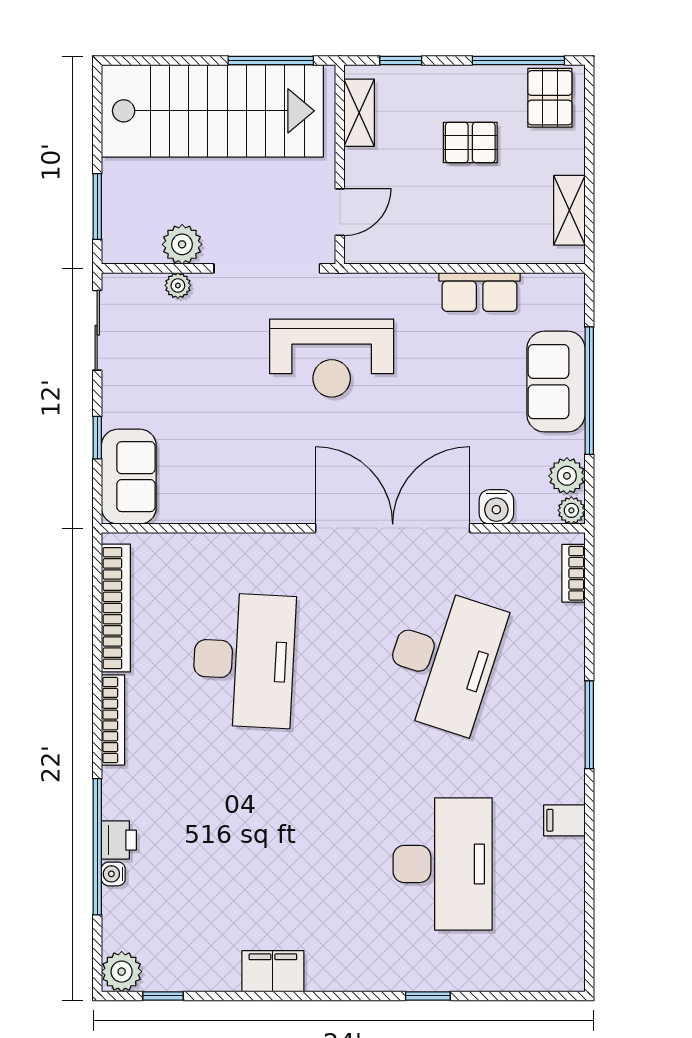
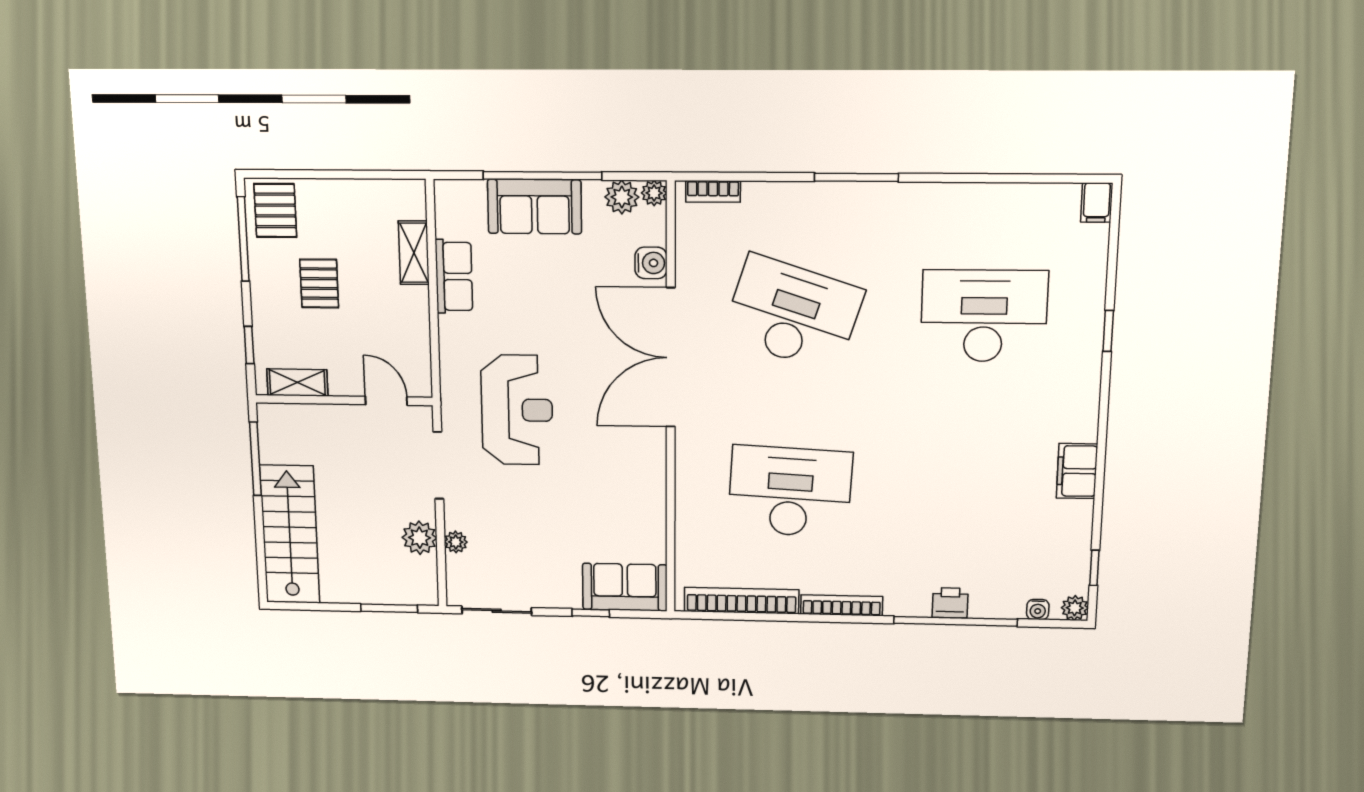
pallet: (550, 98) -> (275, 210), turned 90
stairs: (212, 111) -> (290, 534), width x0.73, depth x0.66
shelving: (569, 210) -> (414, 253), moved, turned 90
doorway: (267, 268) -> (438, 465), width x0.73
filing cabinet: (564, 820) -> (1097, 203), moved
water cooler: (113, 874) -> (1038, 610), moved
plant: (122, 972) -> (1075, 608), width x0.73, depth x0.73

